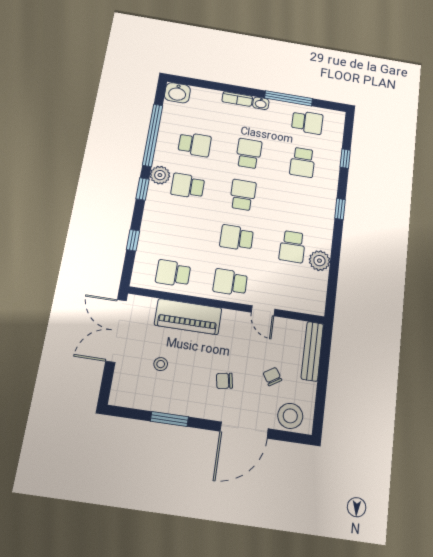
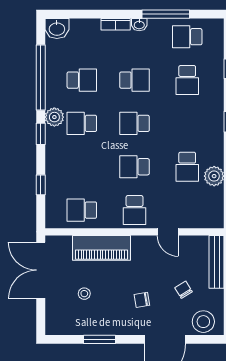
school desk: (307, 122) -> (187, 37), turned 180
school desk: (249, 153) -> (135, 80), turned 90
school desk: (243, 195) -> (135, 123), turned -90
school desk: (230, 282) -> (135, 210), turned -90

